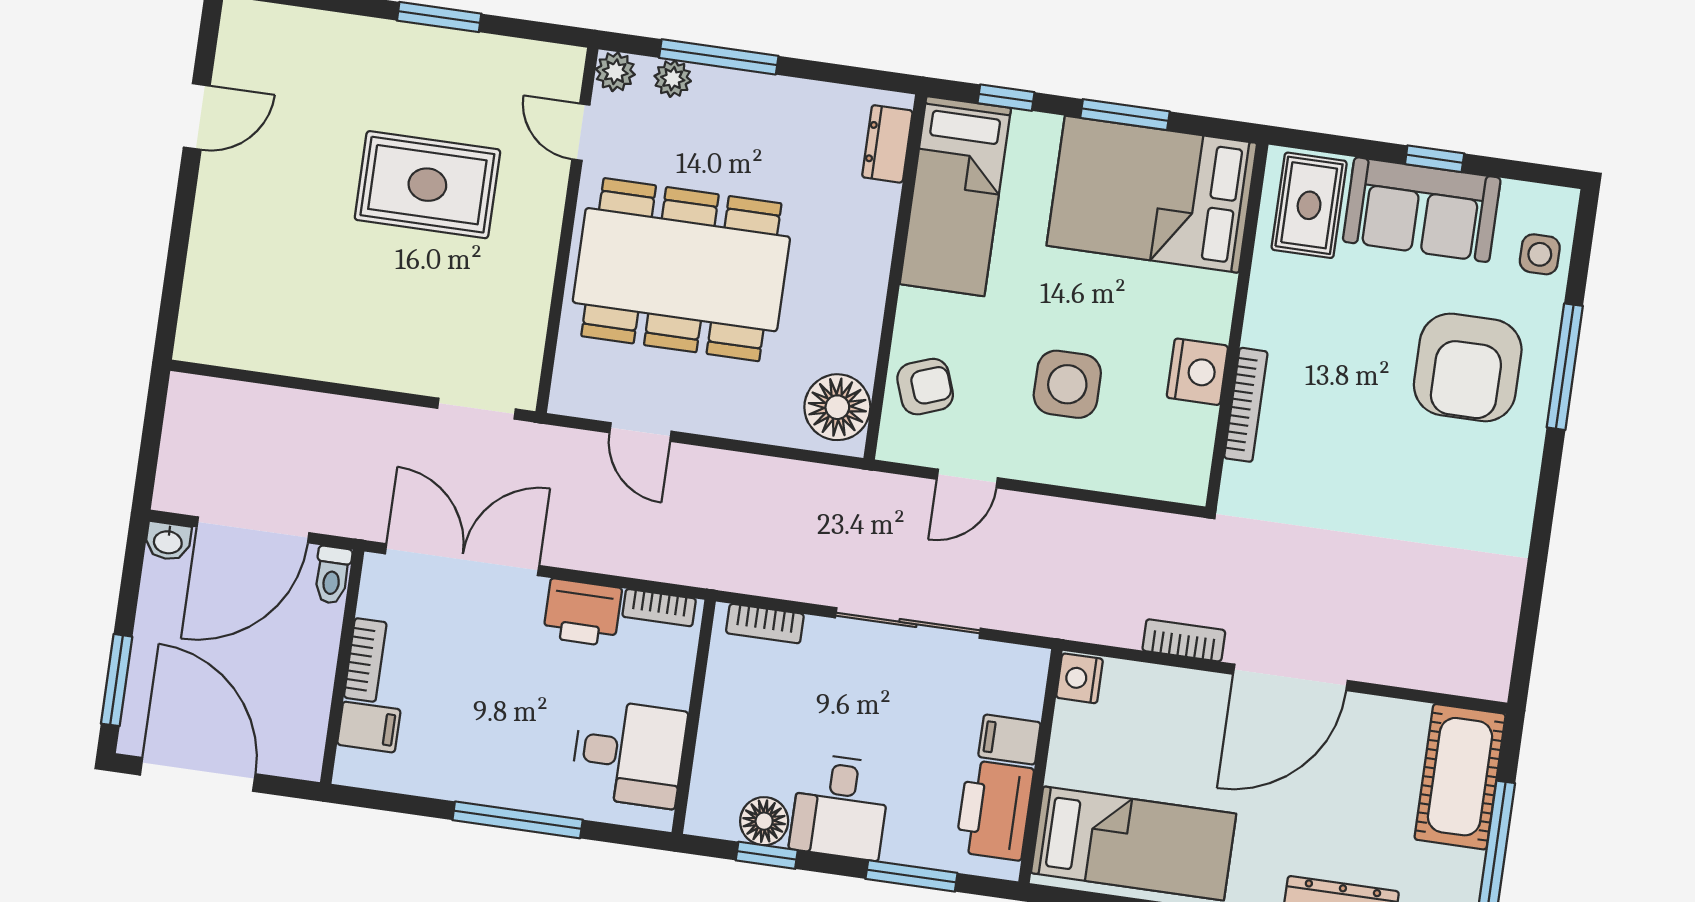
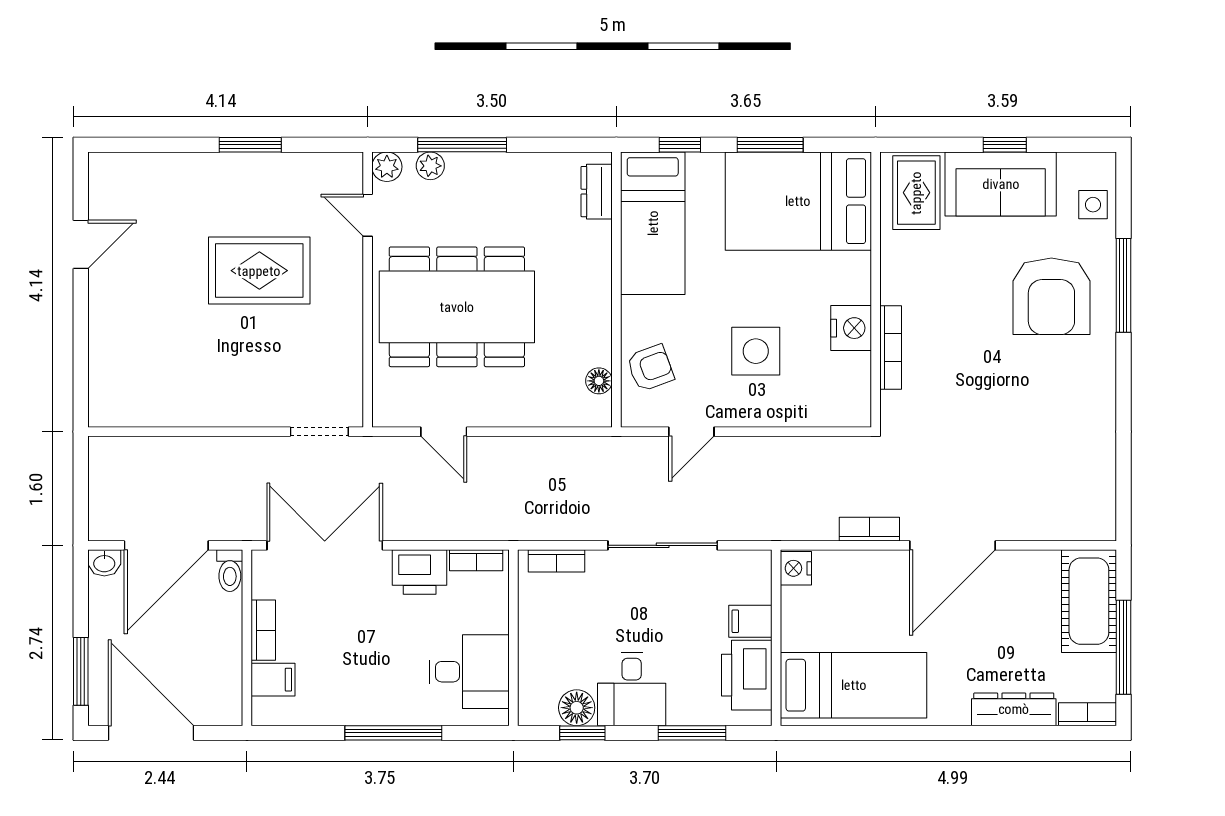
floor lamp: (837, 407) -> (599, 381), width x0.53, depth x0.53

